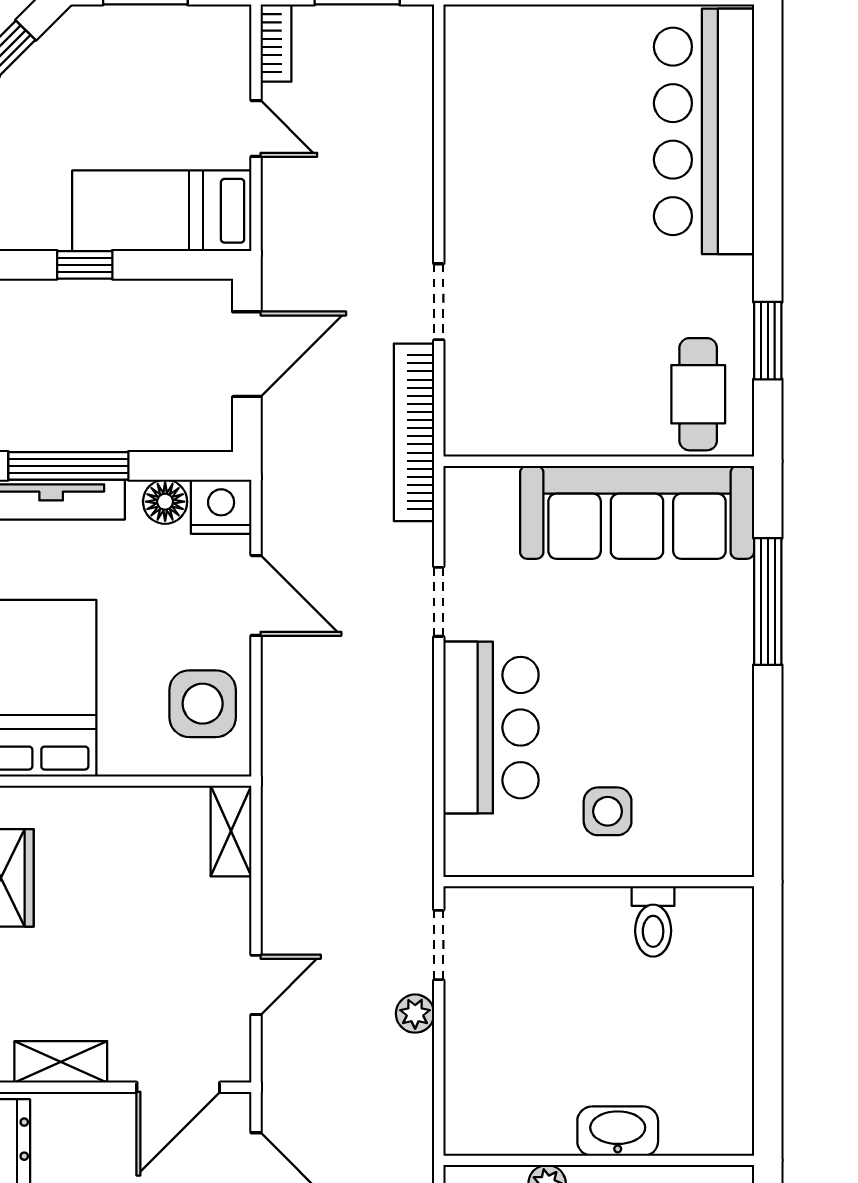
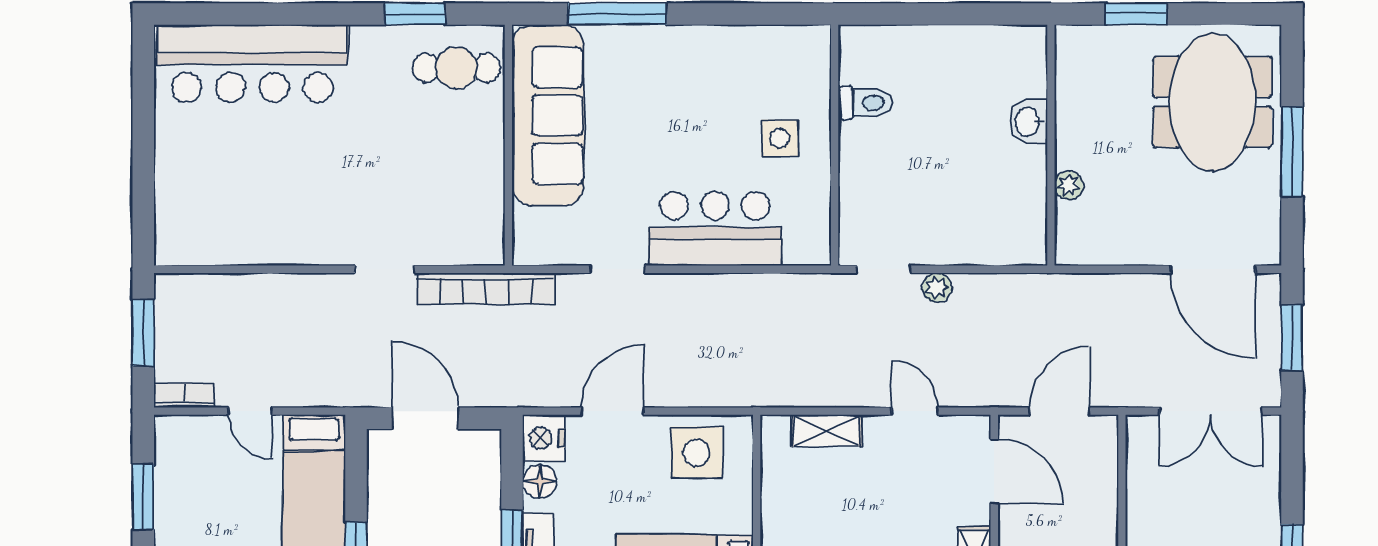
door: (256, 129) -> (250, 411), swing flipped
shelving: (231, 831) -> (826, 430), moved
washbasin: (618, 1131) -> (1028, 122), width x0.72

